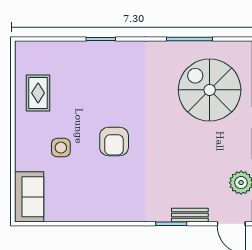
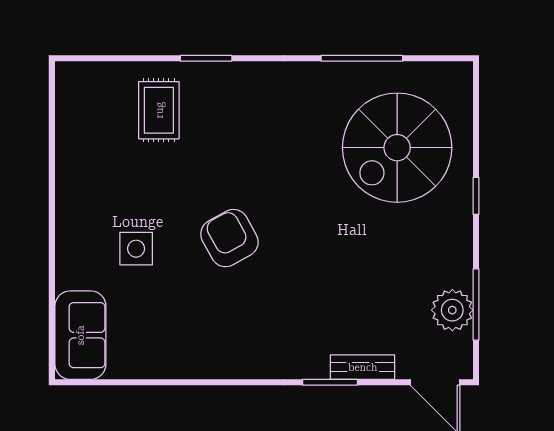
spiral stairs: (210, 90) -> (397, 148), turned -90
rug: (38, 93) -> (159, 110), moved
armchair: (114, 141) -> (229, 238), turned 151

